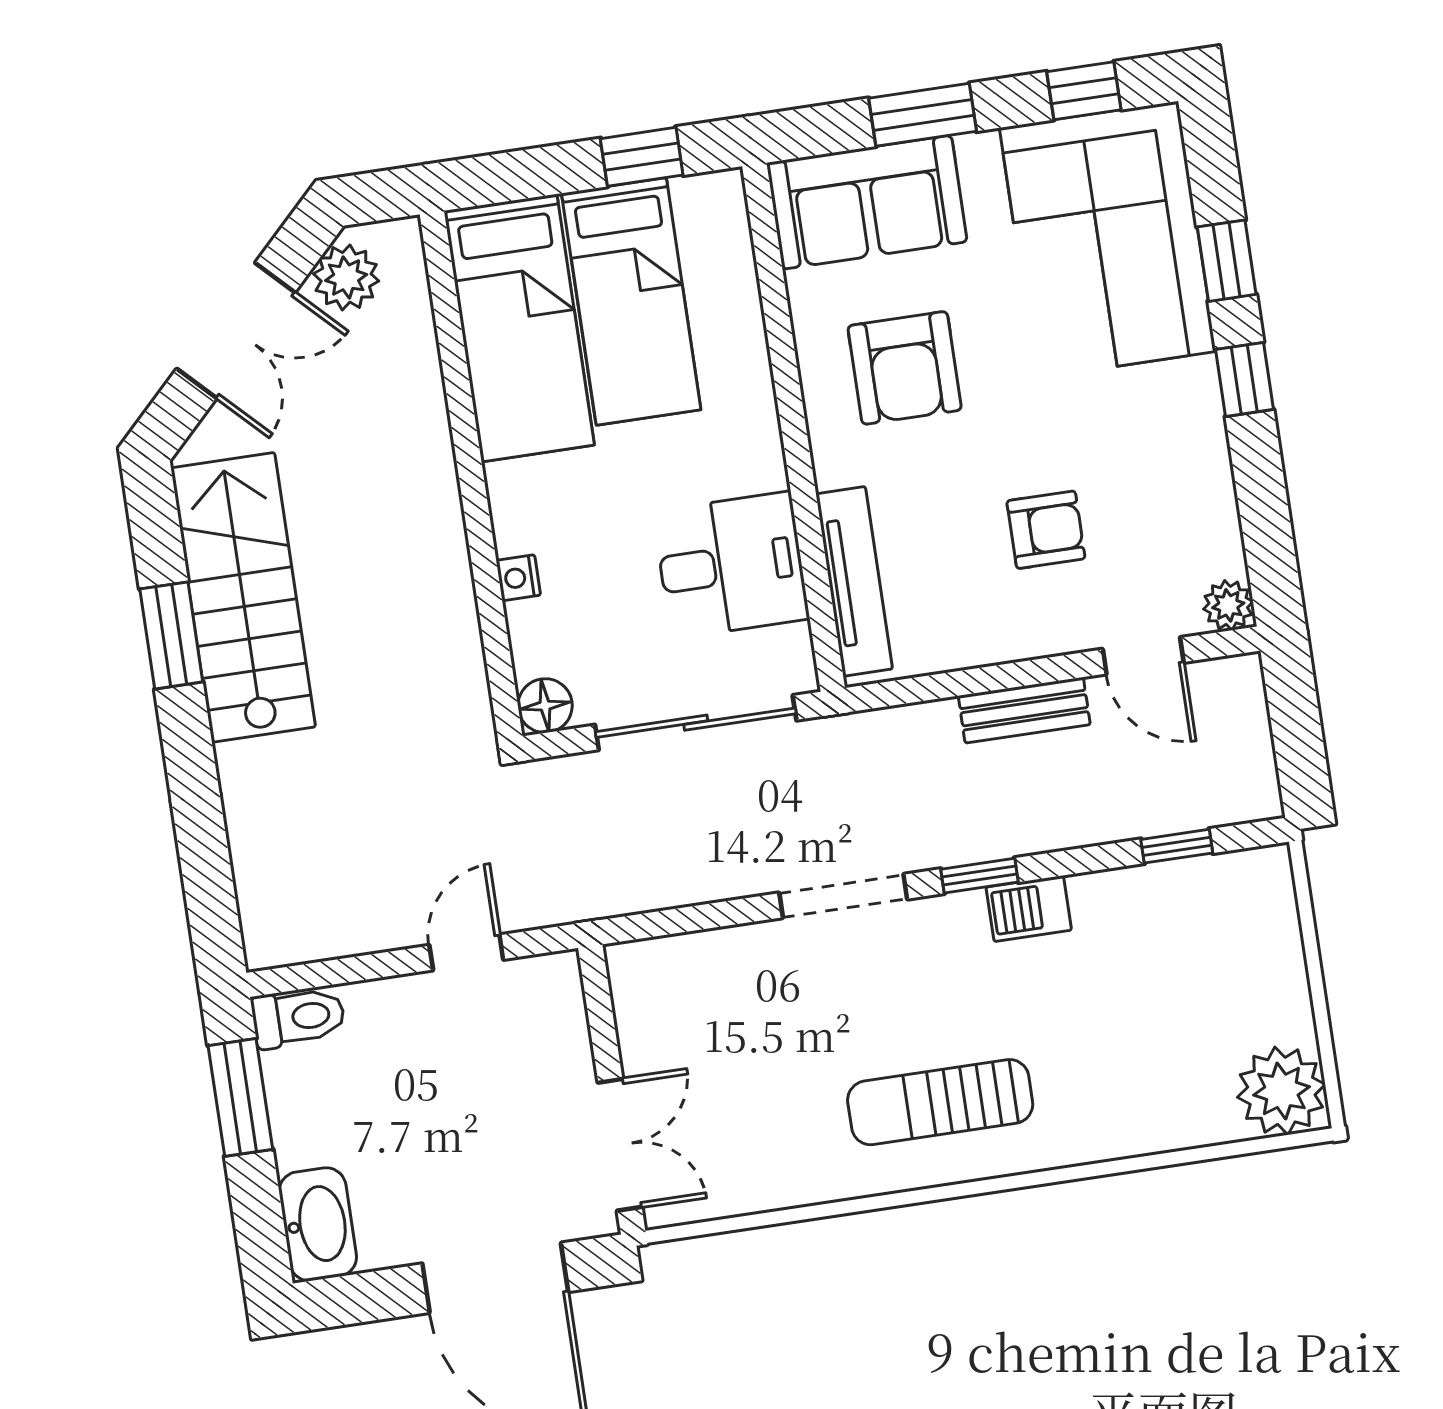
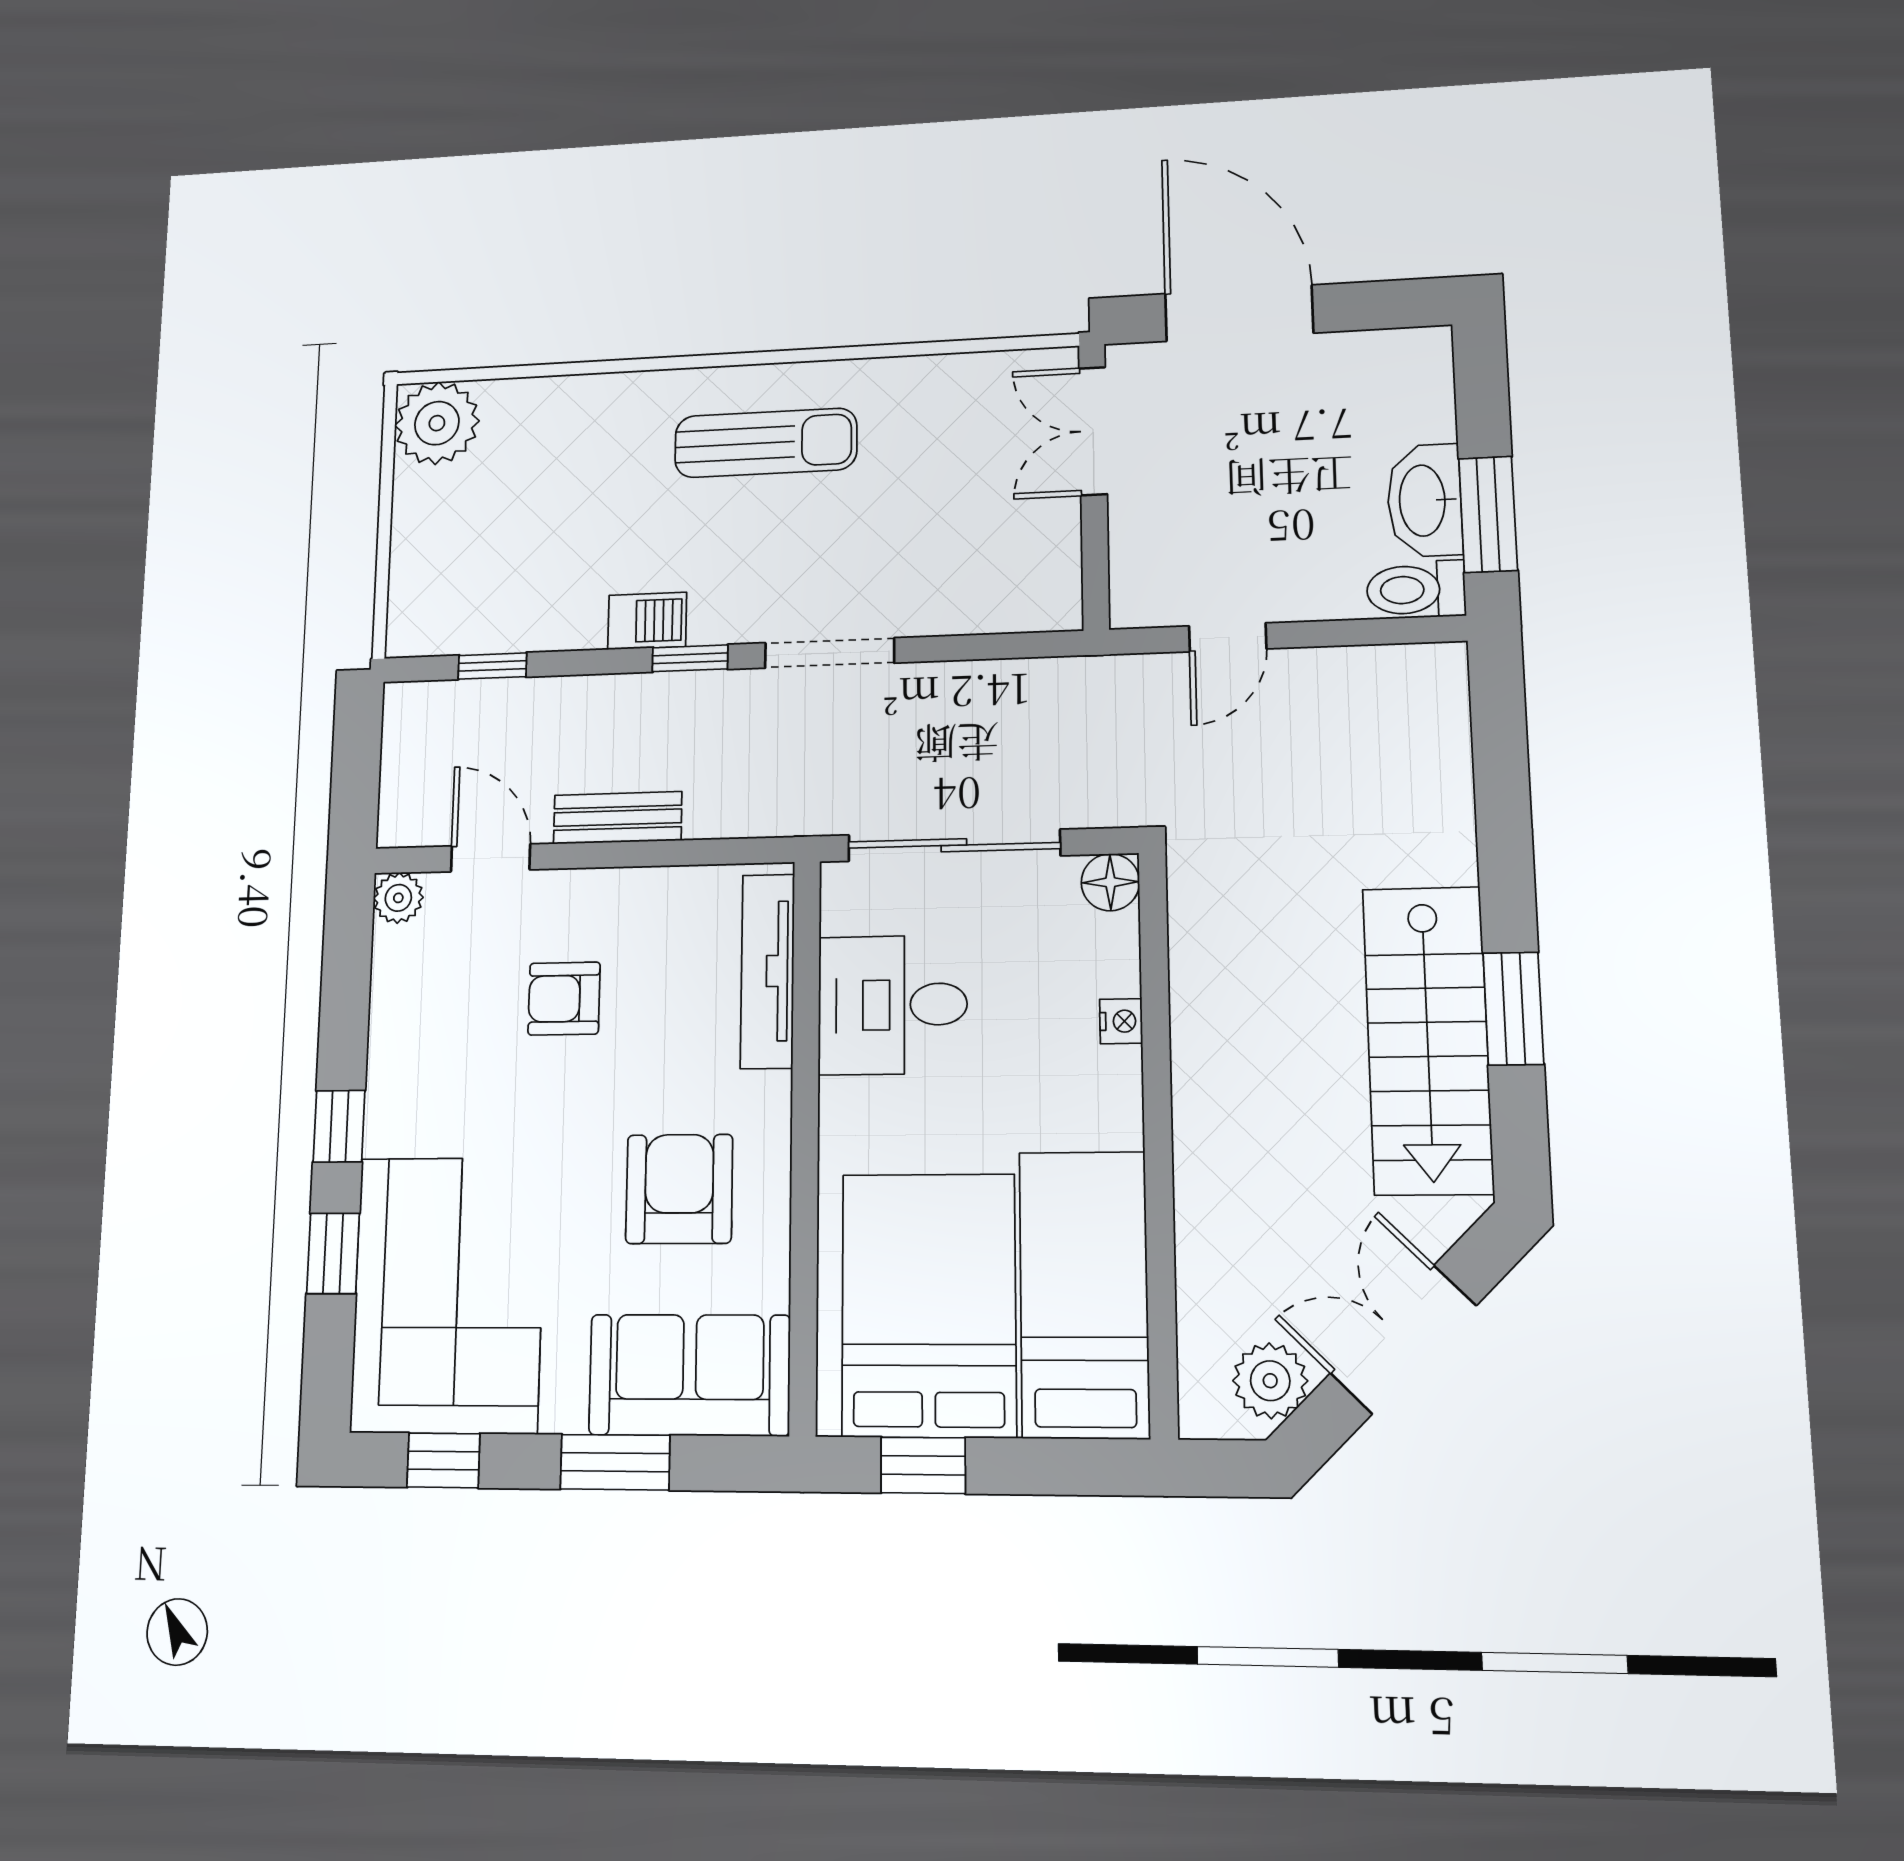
bed: (631, 301) -> (929, 1305), width x1.50
washbasin: (318, 1224) -> (1424, 500), moved

